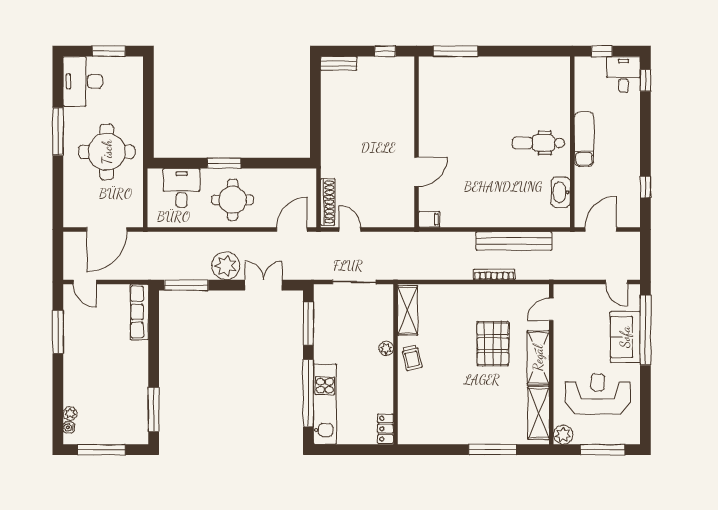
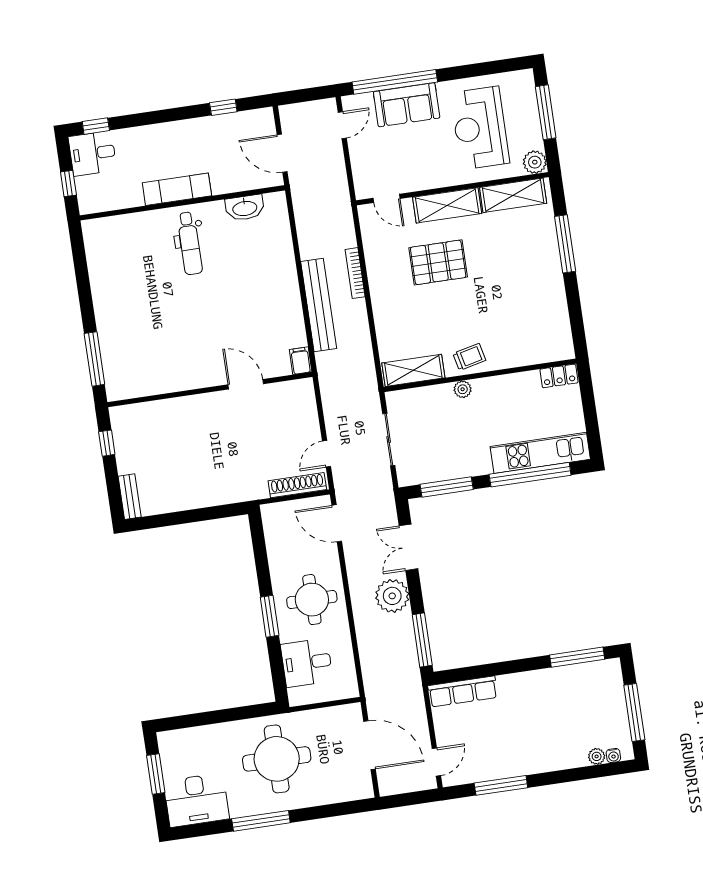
bench: (514, 241) -> (319, 305), moved

